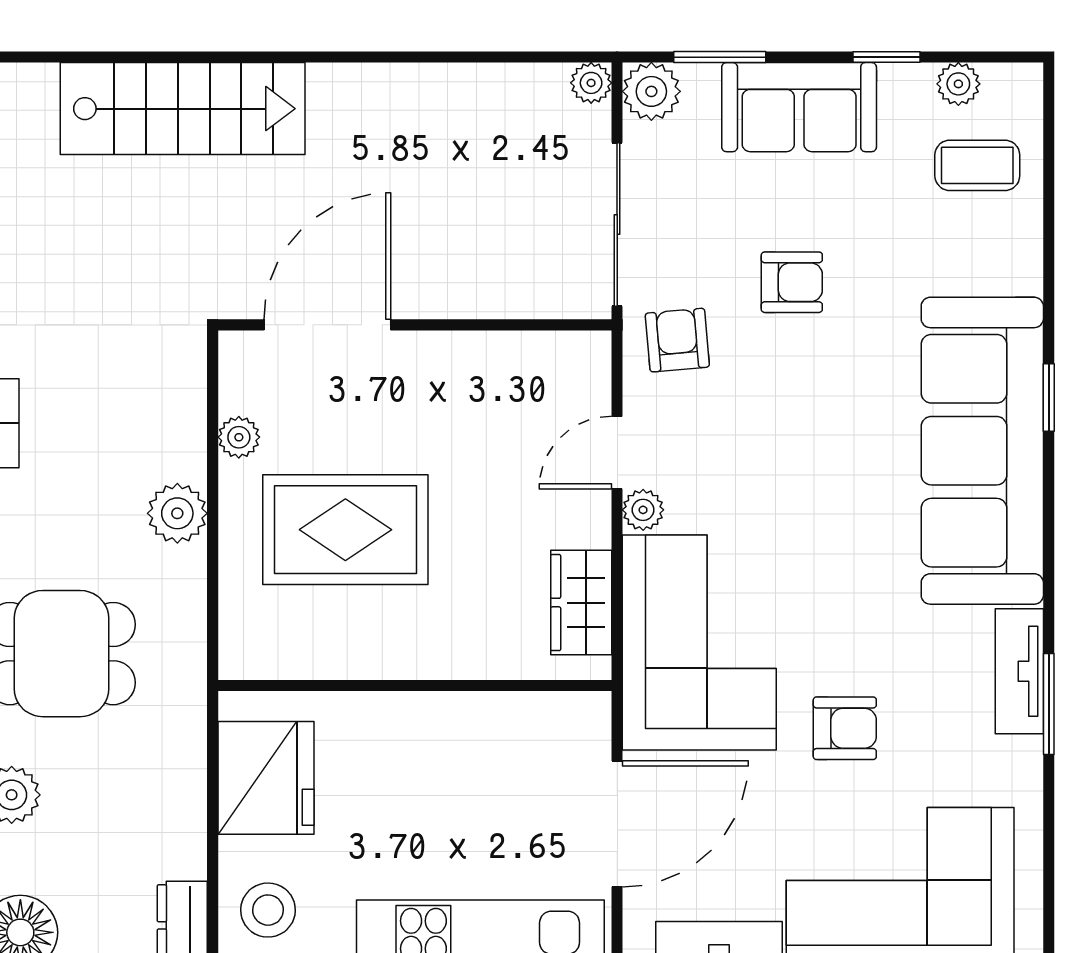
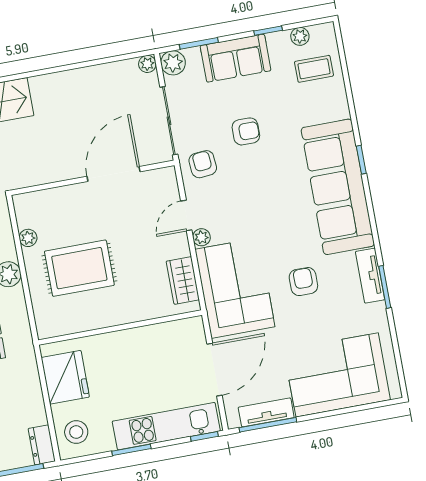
door: (327, 325) -> (114, 174), moved
armchair: (845, 728) -> (303, 282), moved, turned -90

